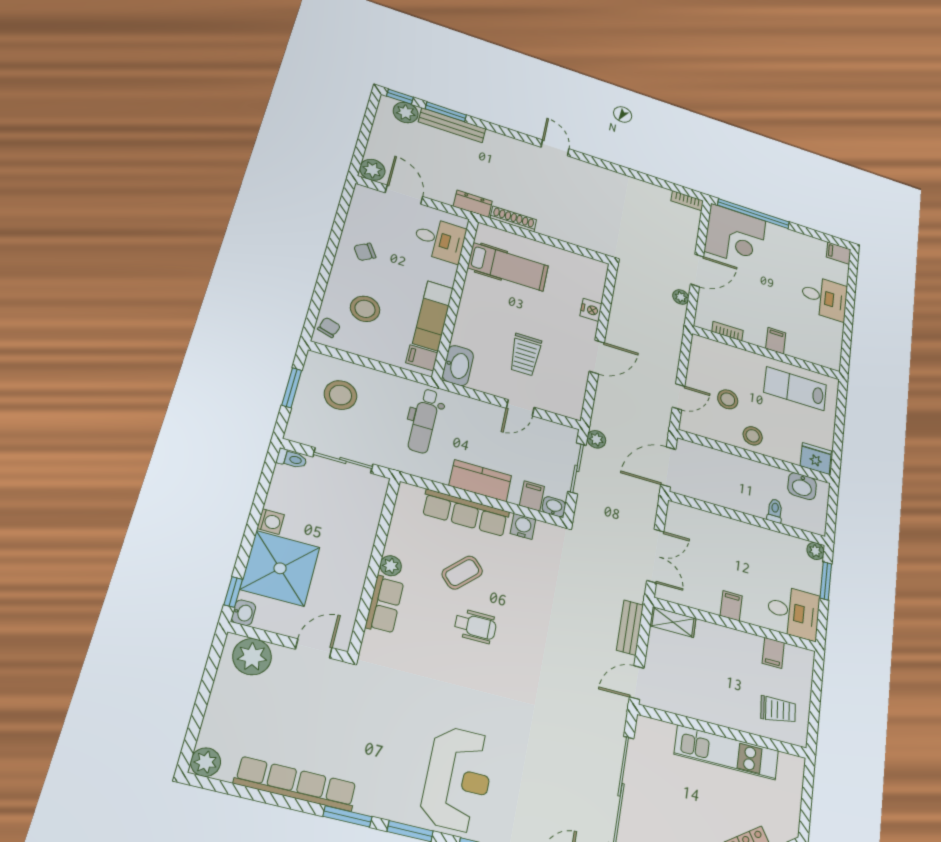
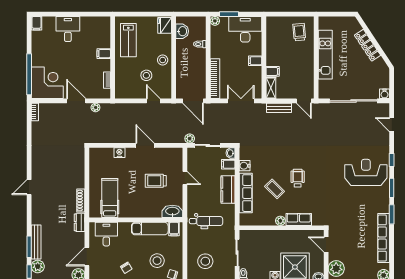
trolley: (525, 355) -> (156, 181), turned 180
bookcase: (706, 520) -> (215, 79), added
desk: (793, 612) -> (245, 29), width x1.37
filing cabinet: (773, 653) -> (273, 71), moved

